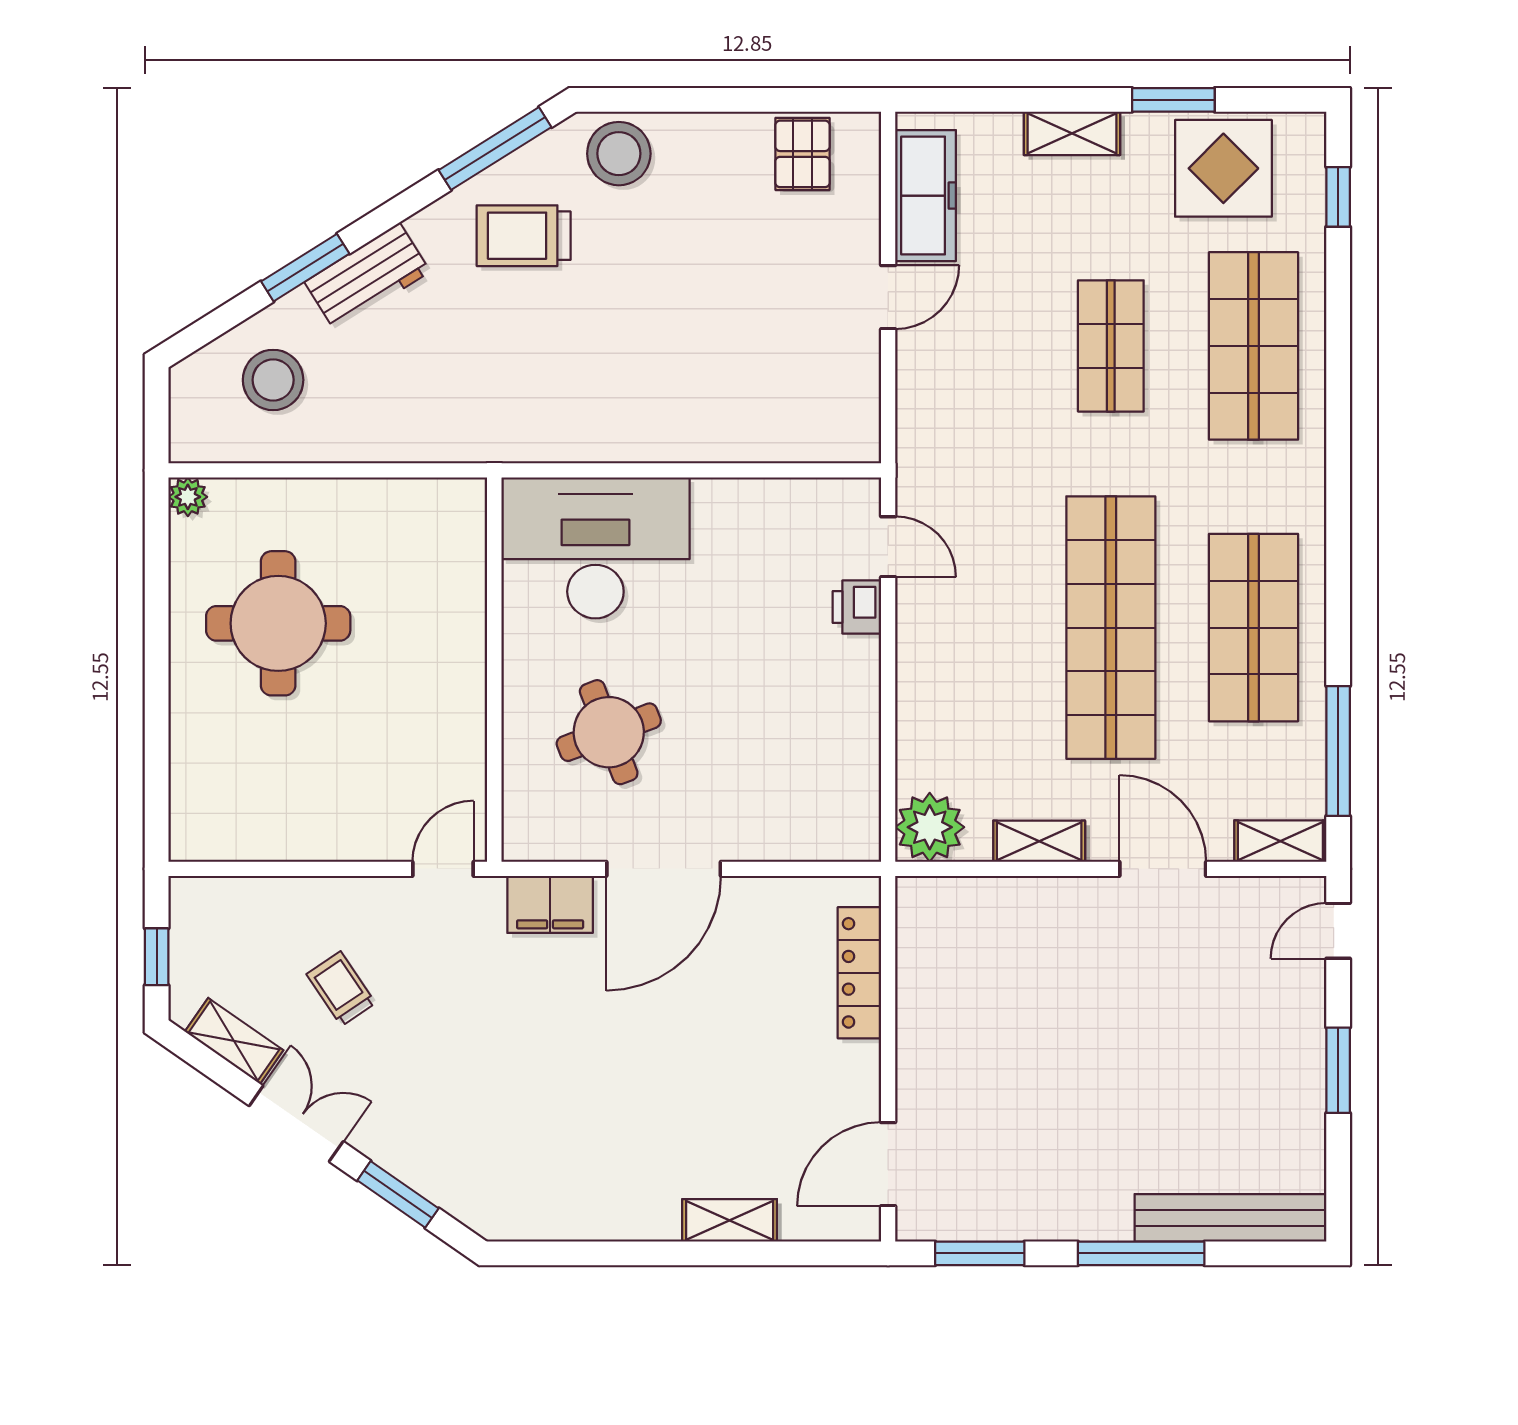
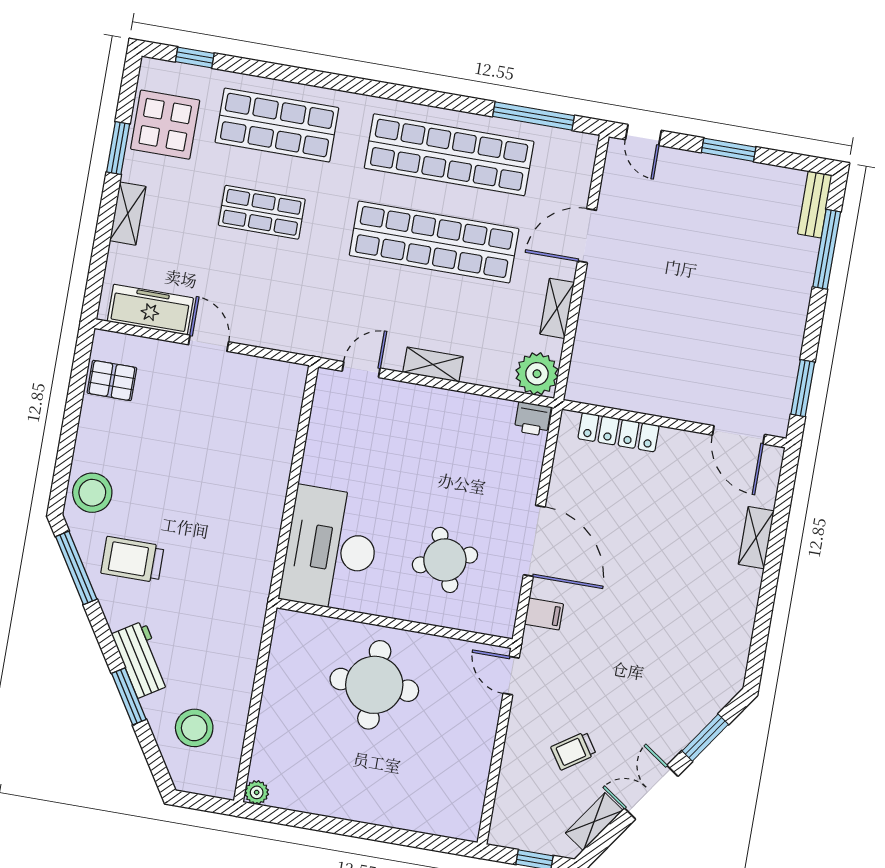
trolley: (524, 236) -> (132, 560), turned 90
printer: (857, 607) -> (533, 419), moved
round table: (278, 623) -> (374, 685), moved
shop shelf: (1253, 628) -> (449, 155), width x1.40
shelving: (1280, 841) -> (433, 365), moved, turned 90
filing cabinet: (550, 904) -> (544, 614), width x0.50
bench: (1230, 1218) -> (815, 205), width x0.54, depth x0.82
window: (1141, 1253) -> (827, 249), moved

